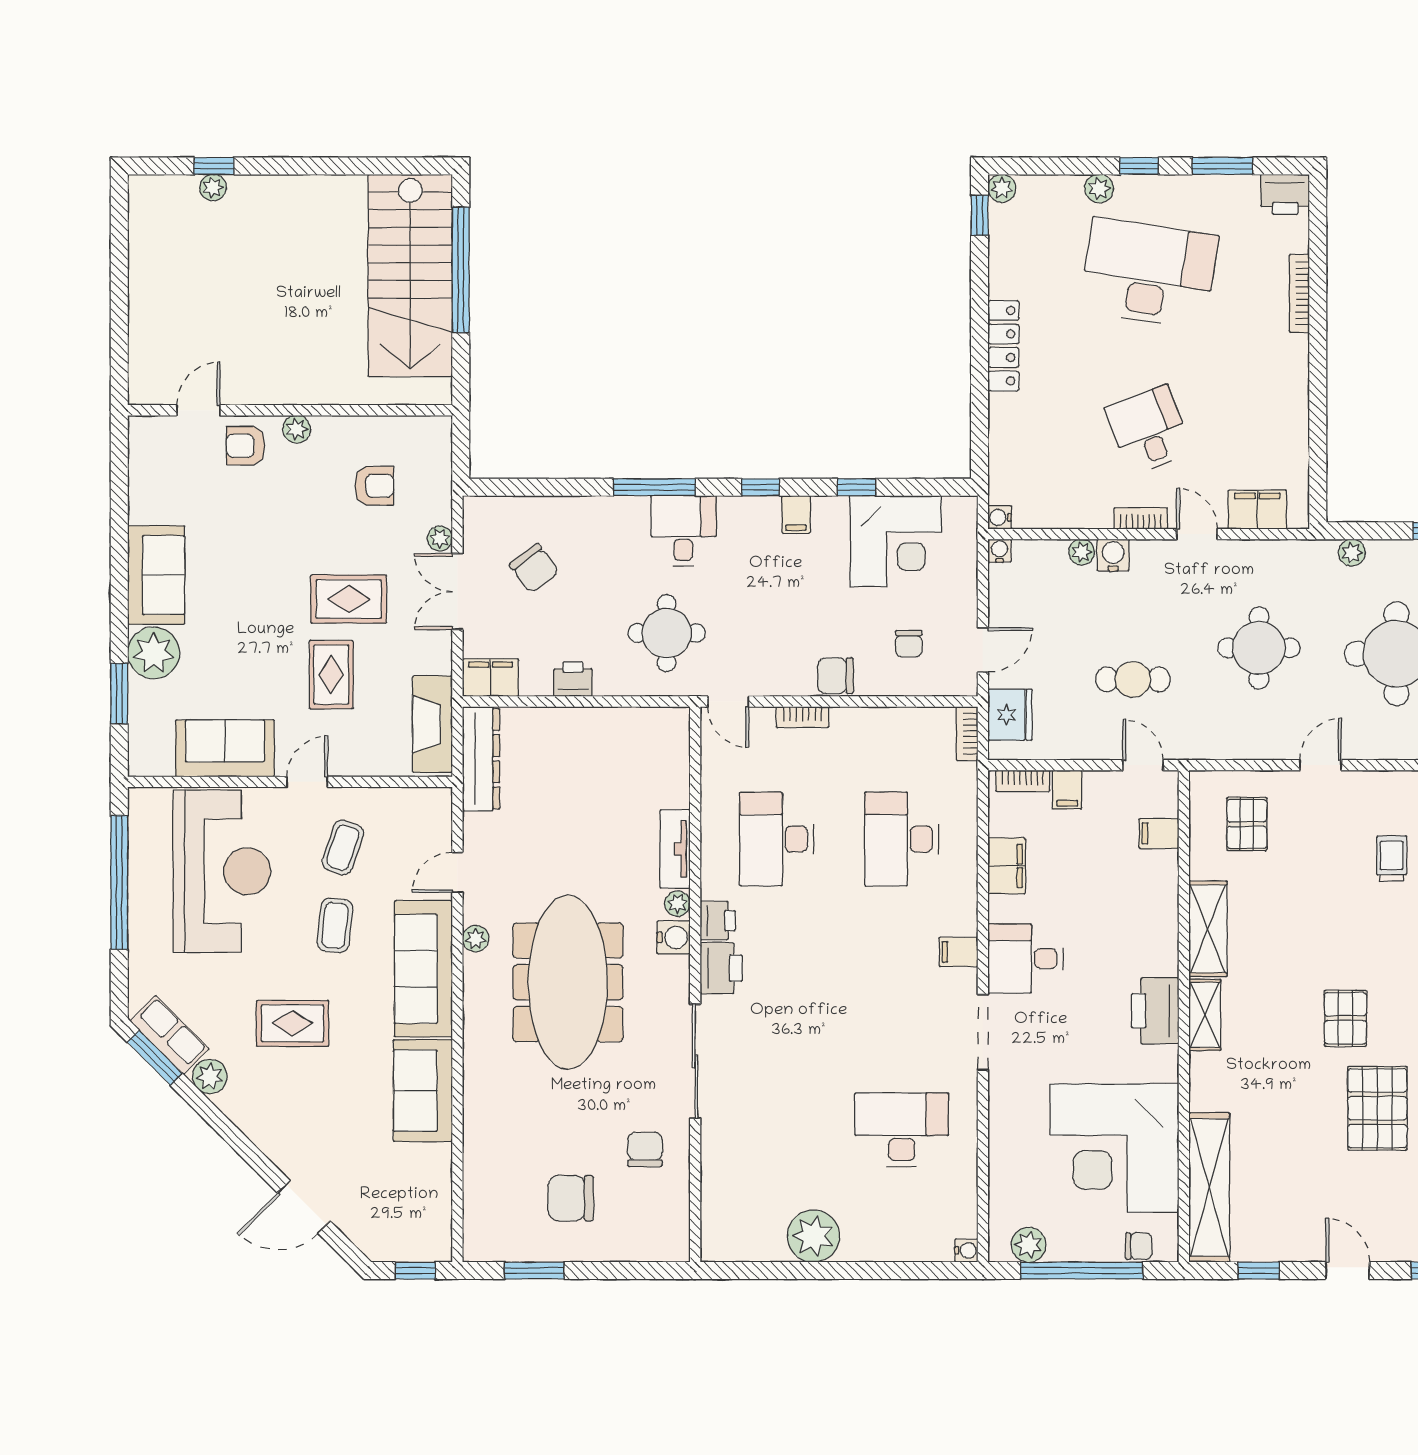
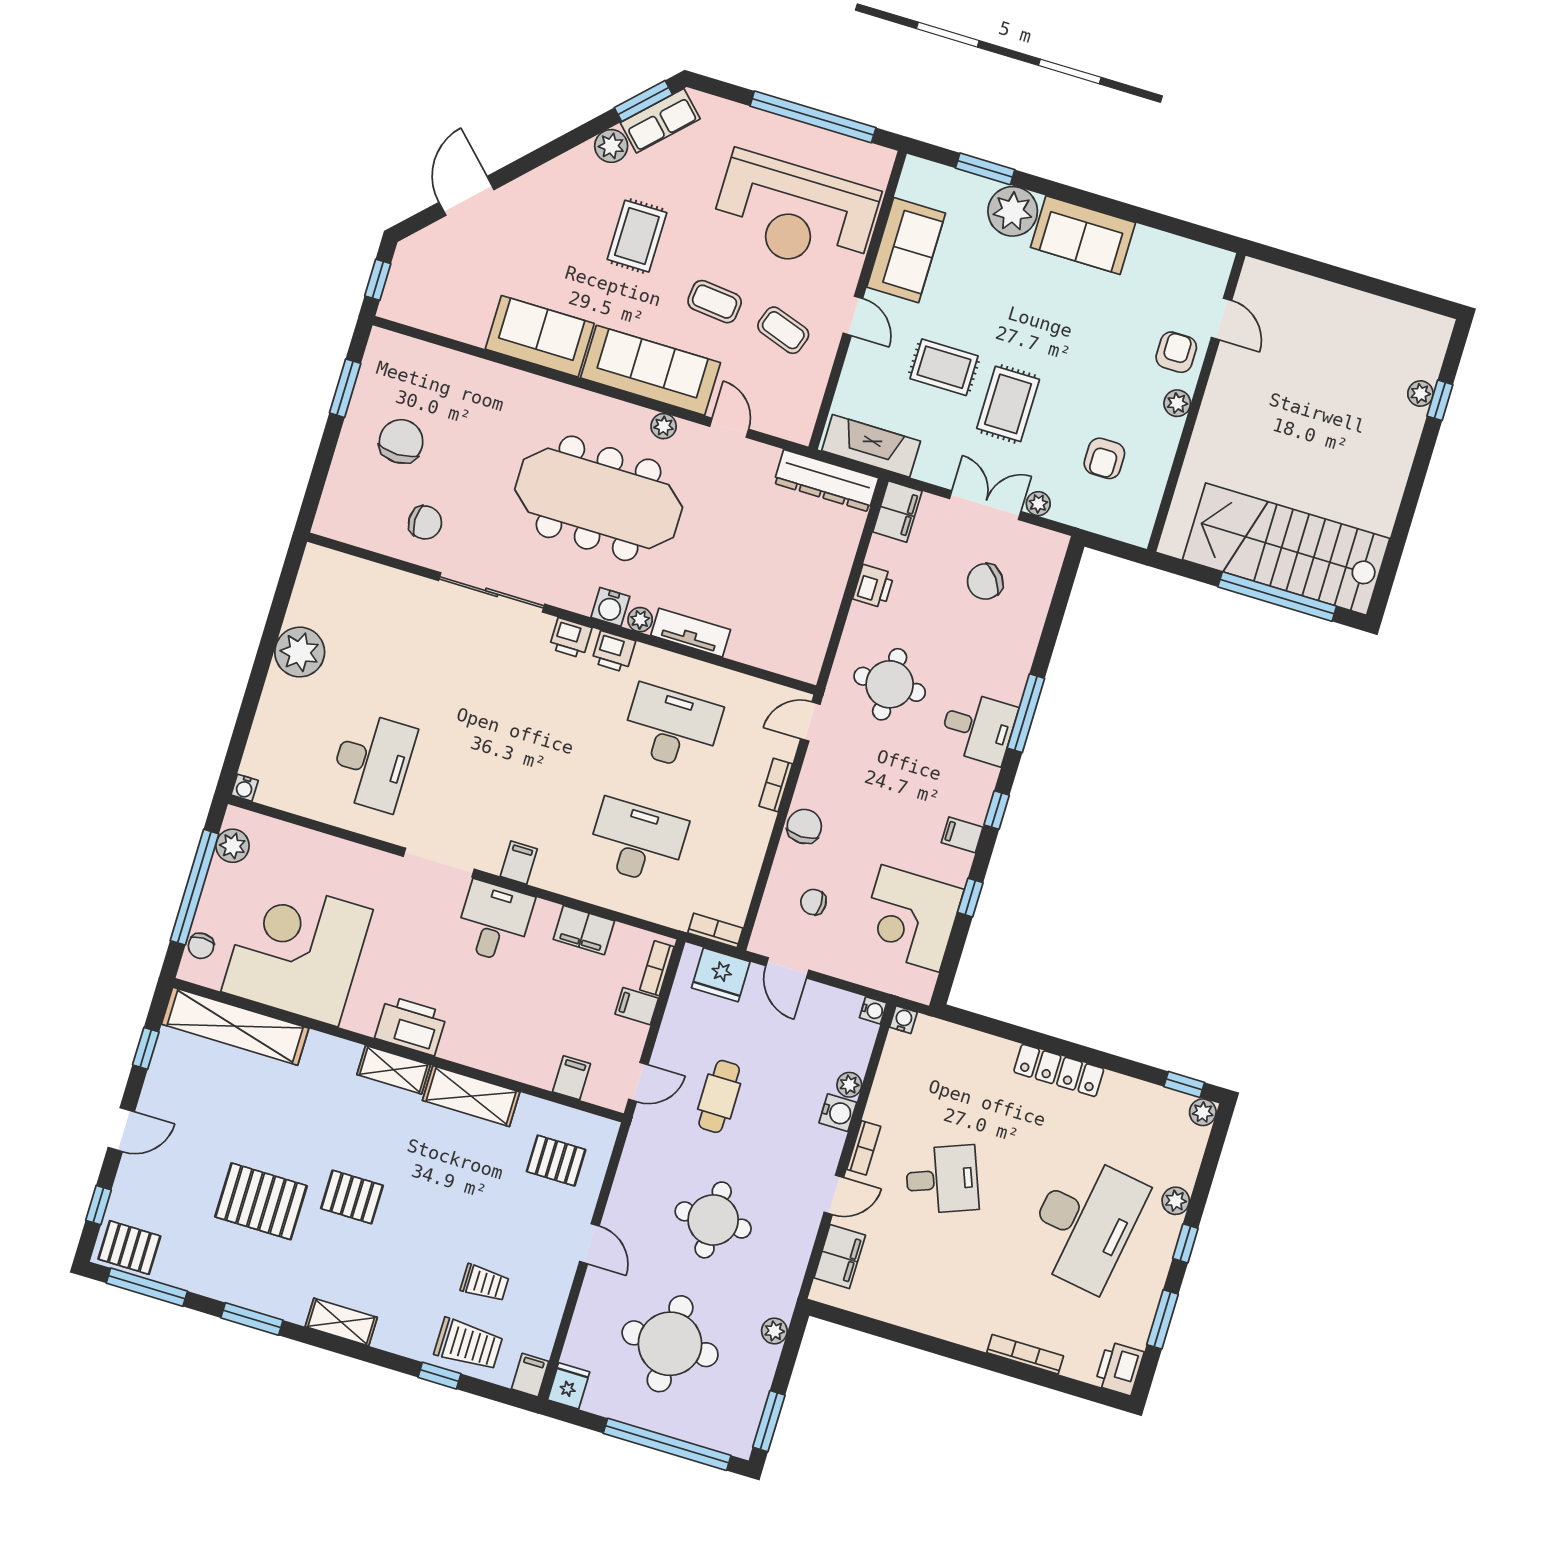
printer: (721, 968) -> (570, 638), width x0.73, depth x0.81

